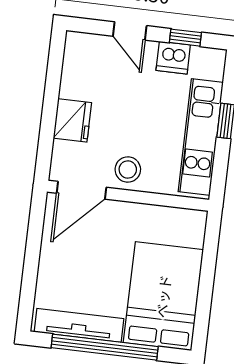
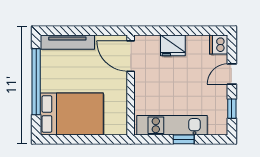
dishwasher: (173, 58) -> (219, 44), moved
stool: (128, 170) -> (147, 83), removed
tv unit: (79, 325) -> (67, 42), moved, turned 90

